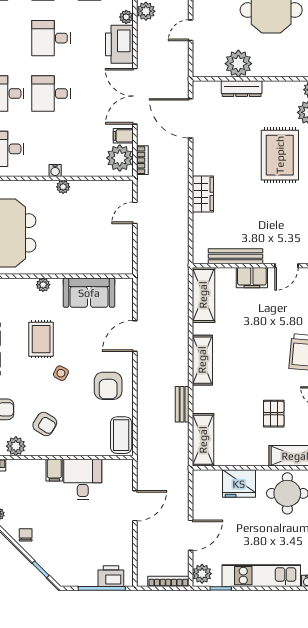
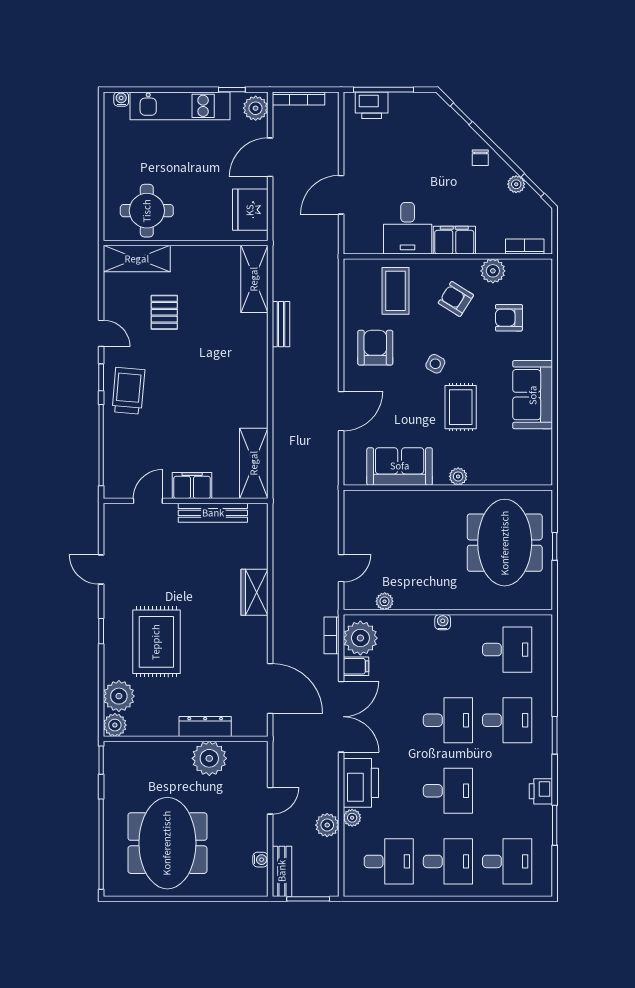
plant: (63, 187) -> (385, 601), moved
shelving: (202, 360) -> (255, 380), removed
coffee table: (121, 435) -> (395, 291), moved
filing cabinet: (54, 470) -> (454, 240), width x2.00
fridge: (239, 484) -> (250, 210), moved, turned -90

